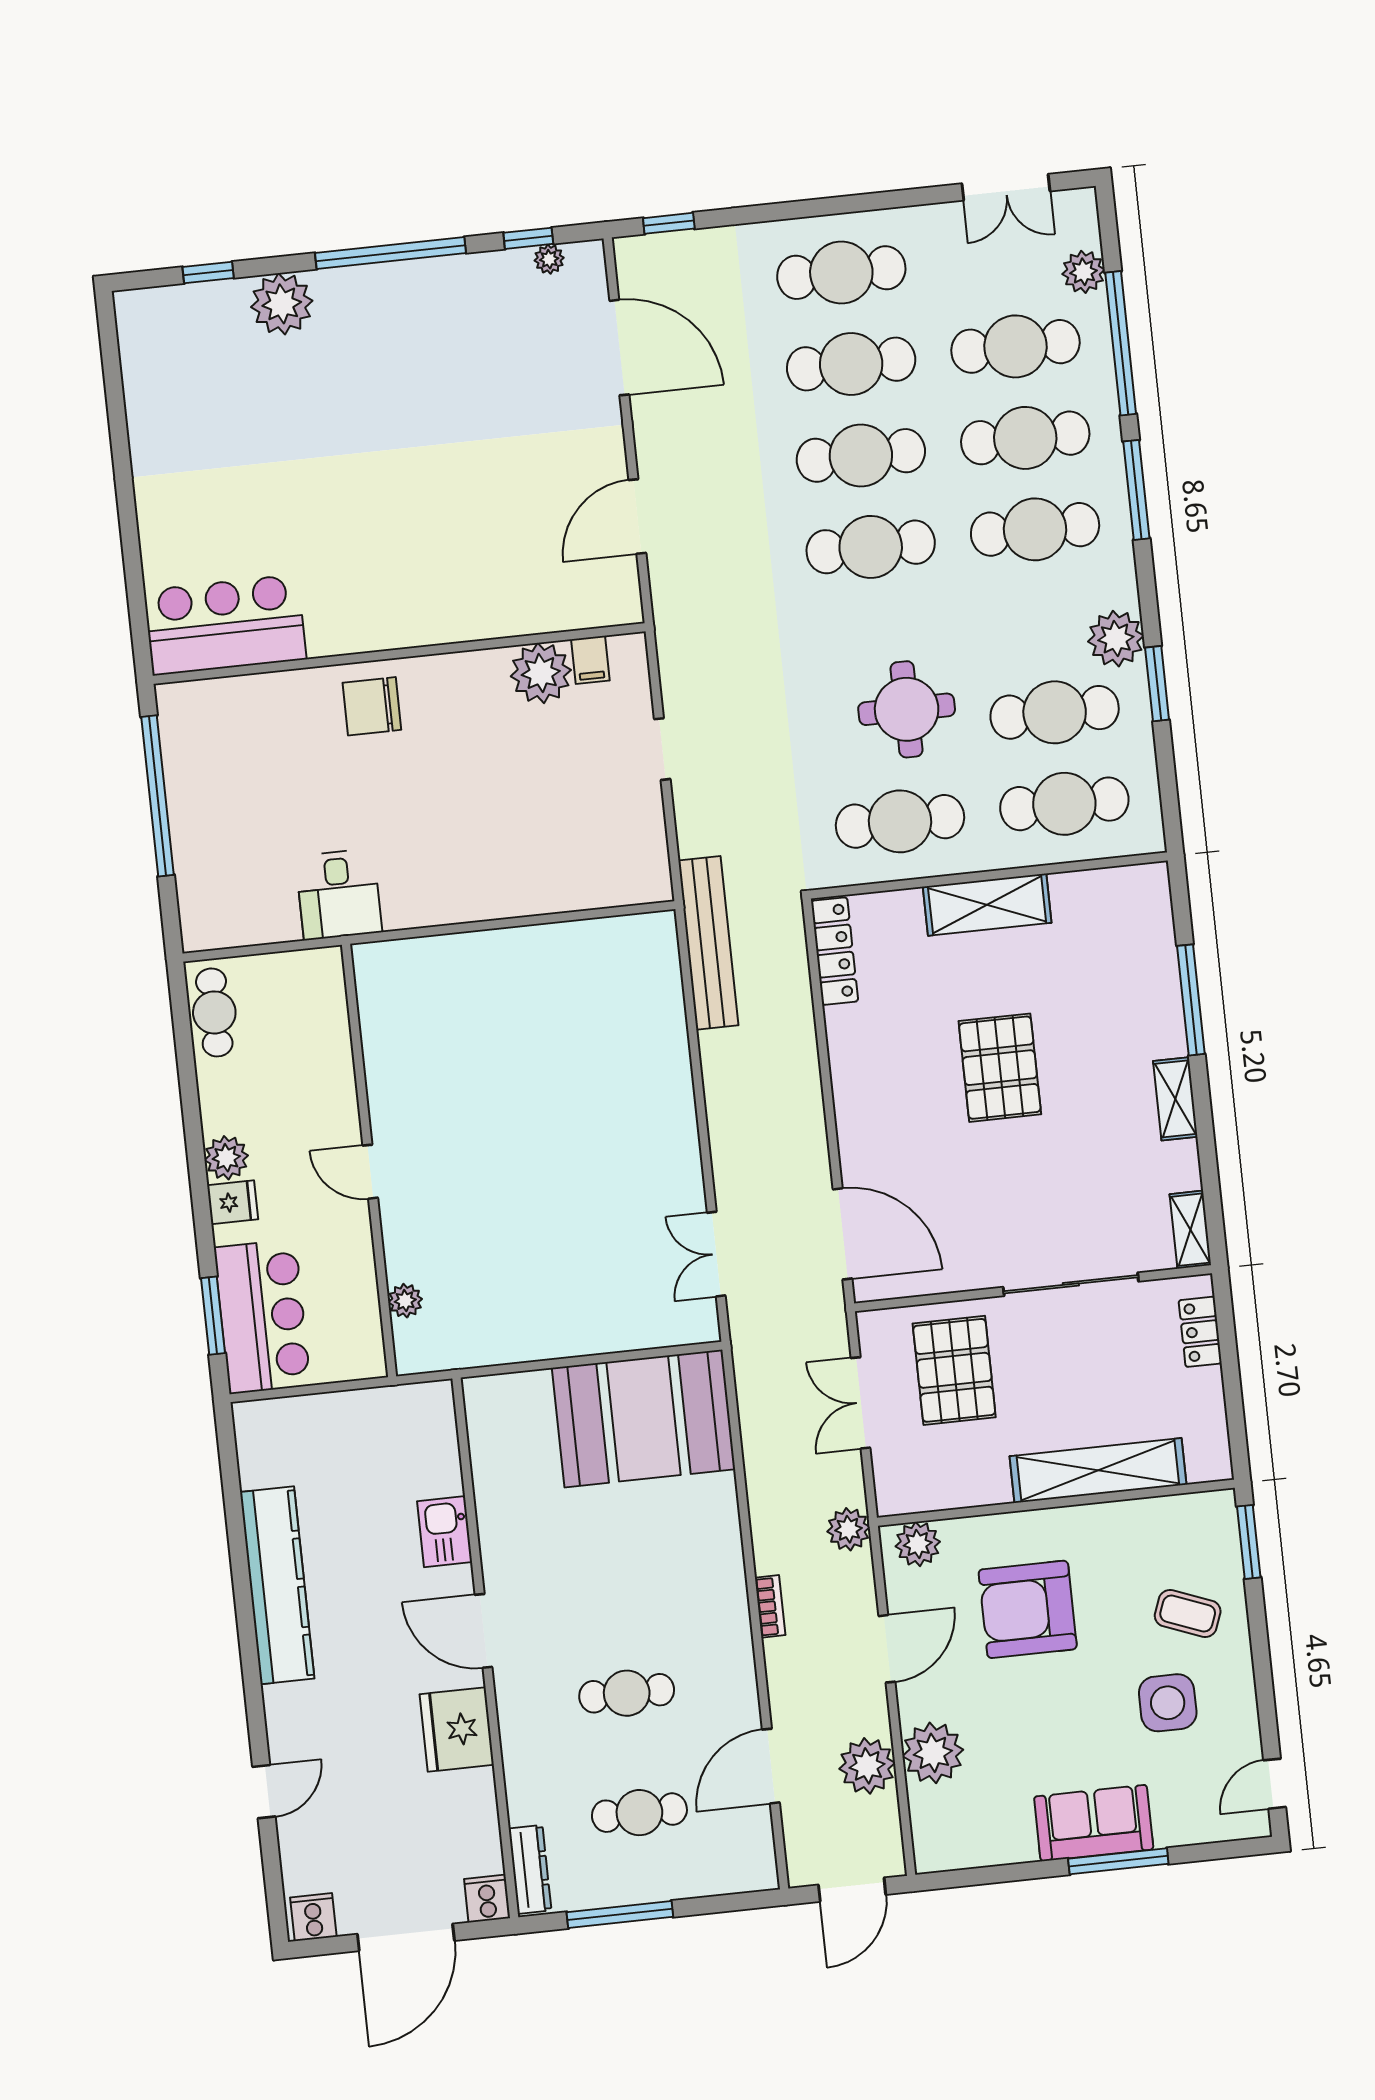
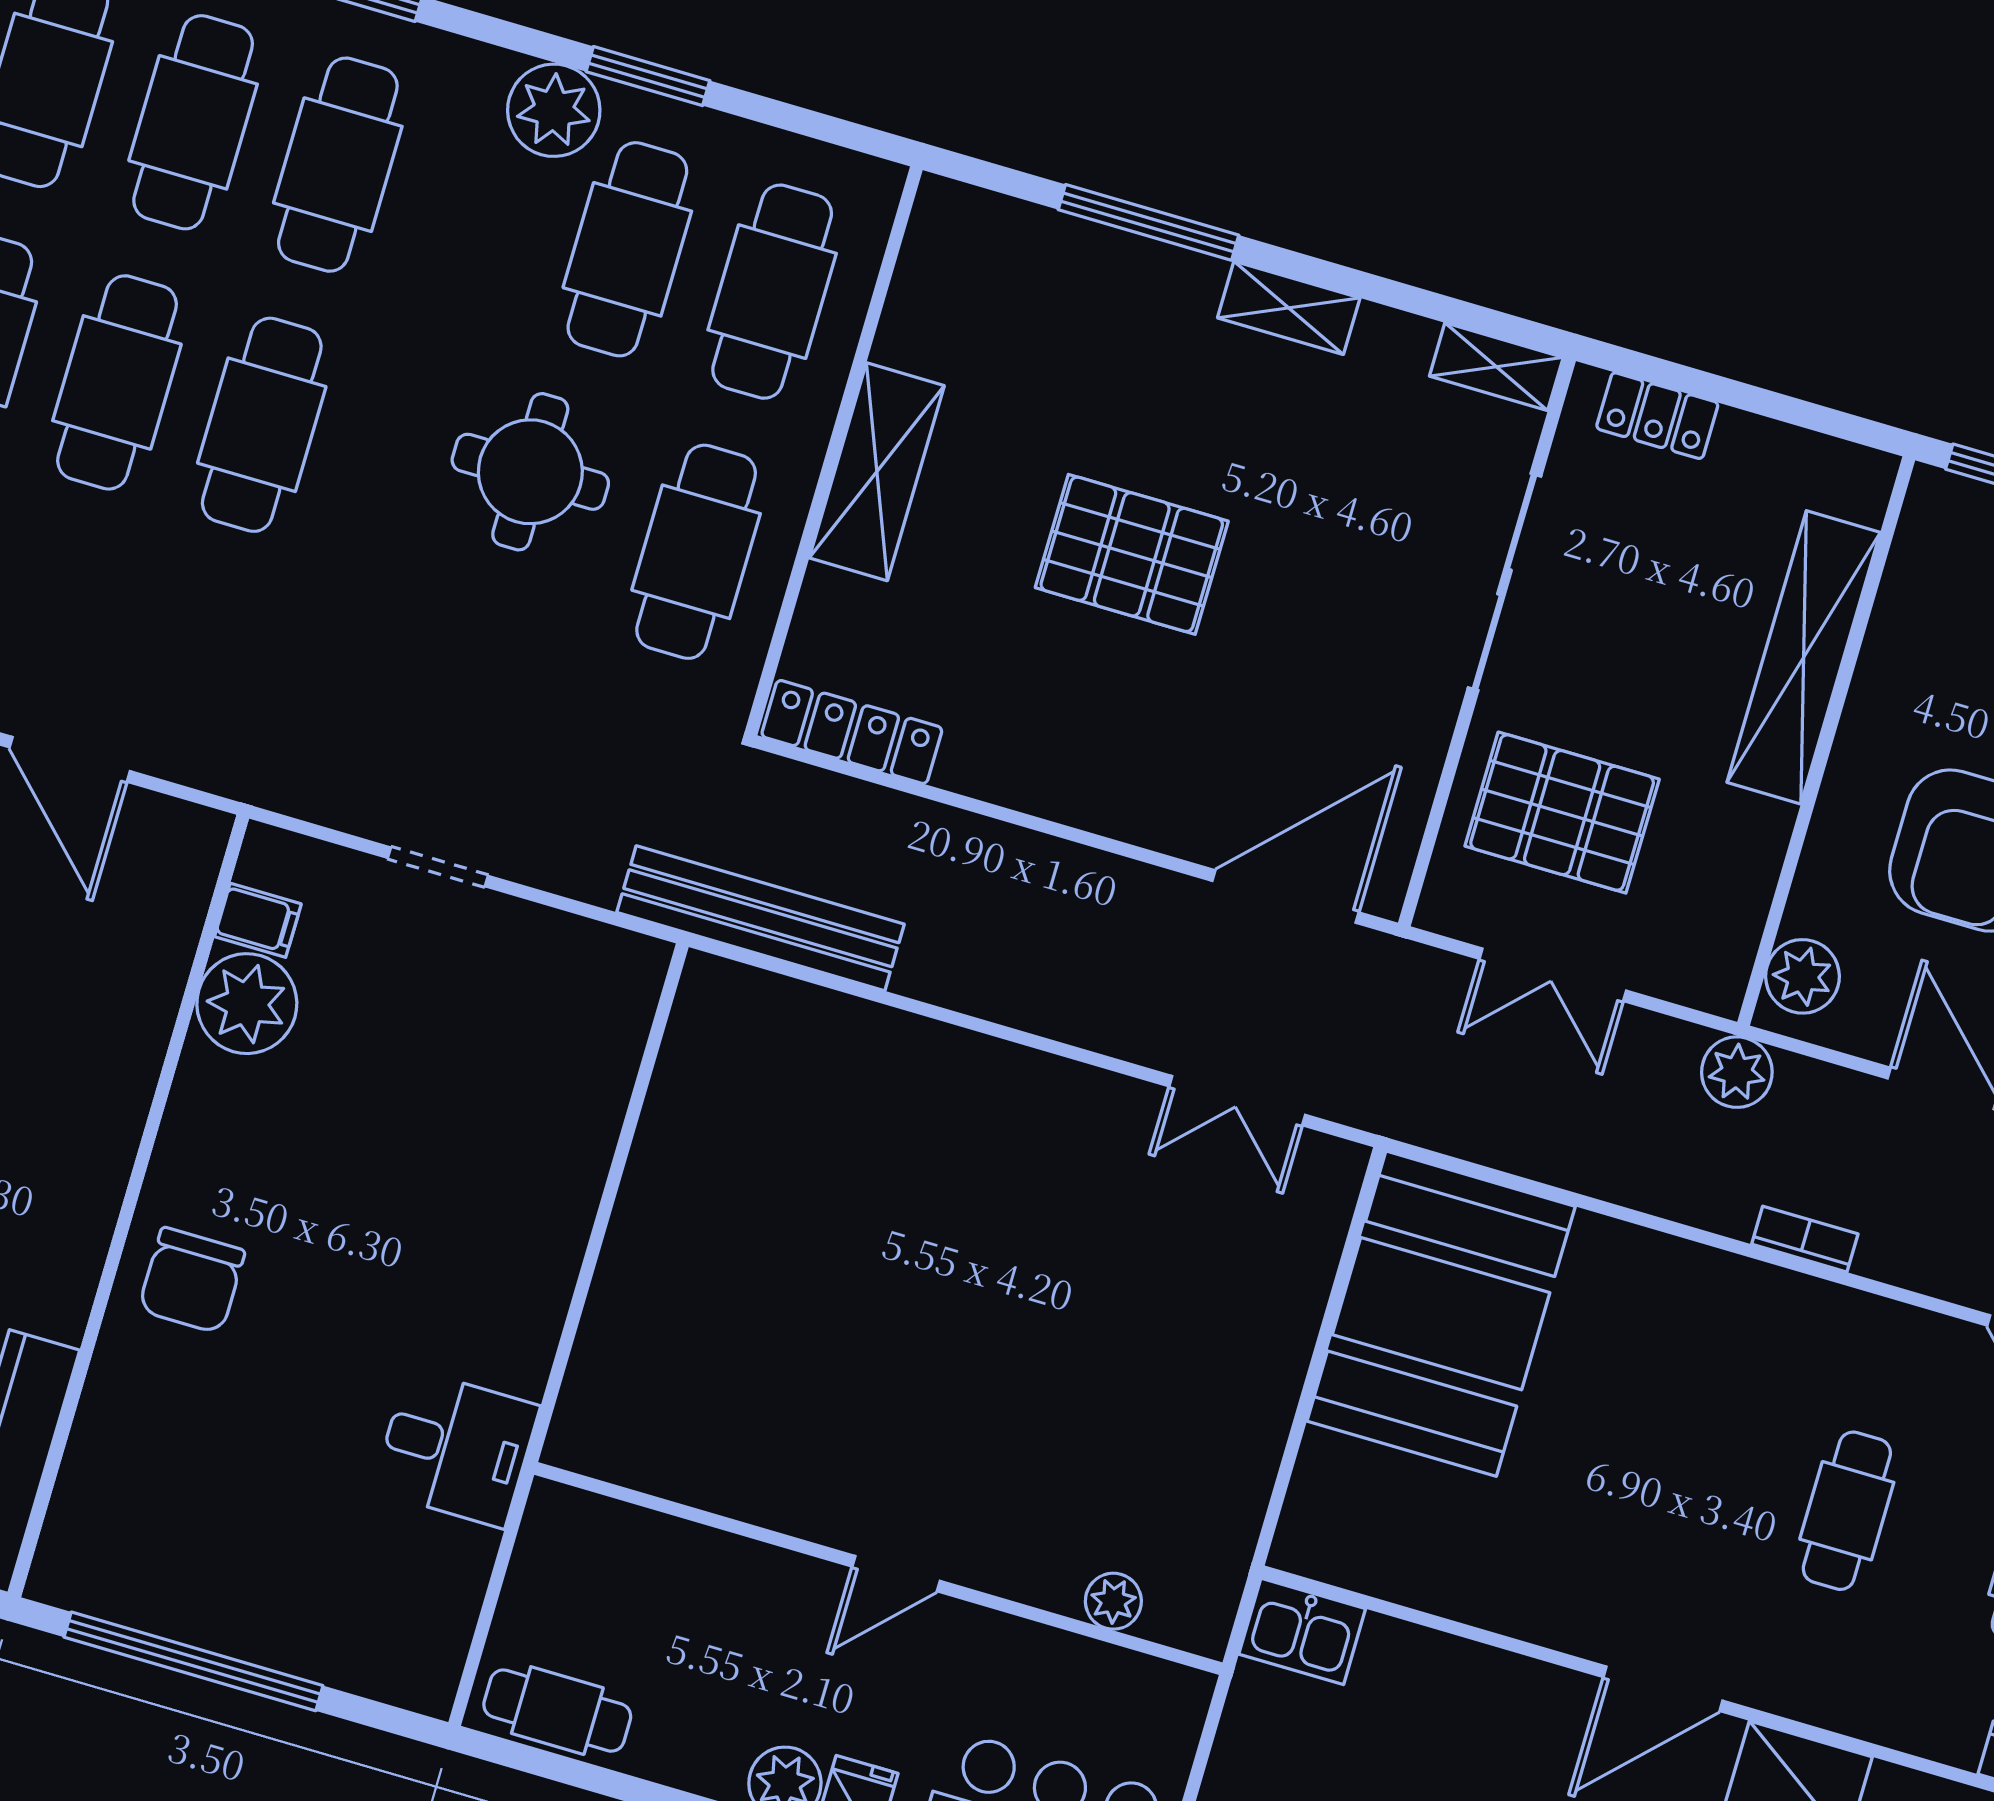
kitchen sink: (445, 1532) -> (1302, 1631), moved

